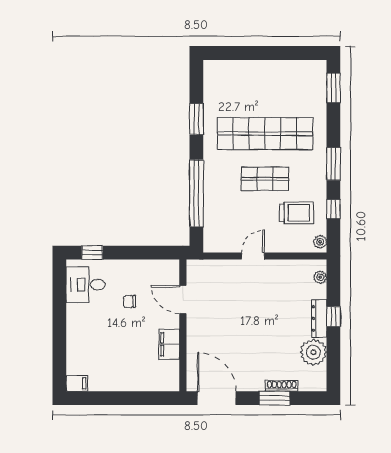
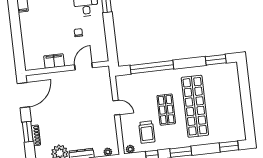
window: (196, 119) -> (216, 60), moved

